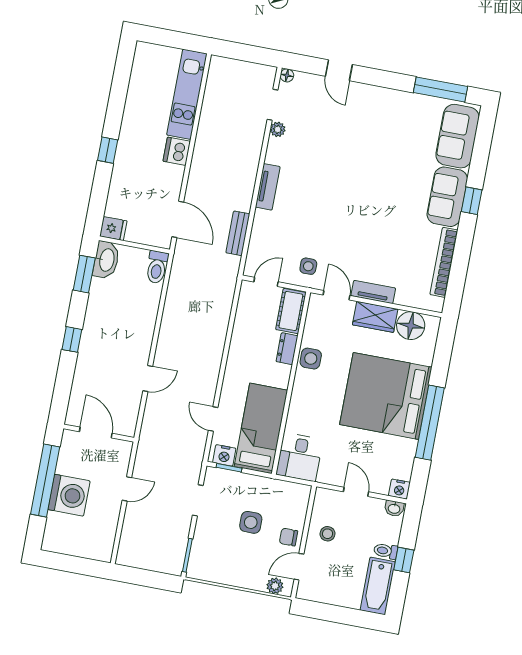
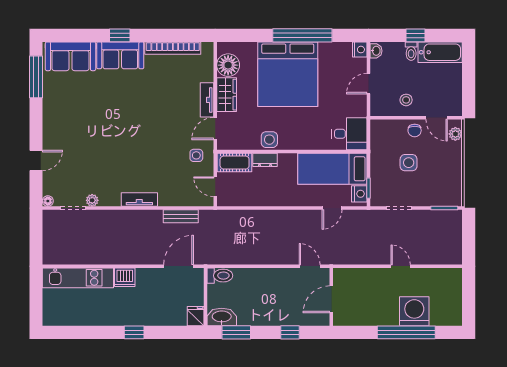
door: (96, 433) -> (331, 299), moved
wall: (99, 433) -> (331, 297), moved

